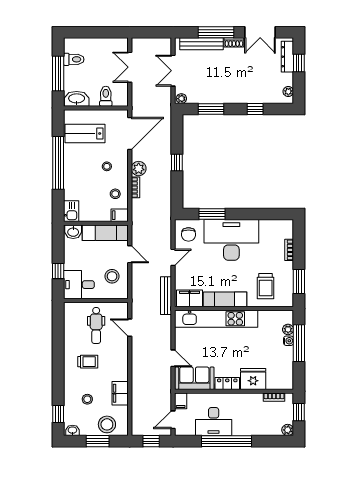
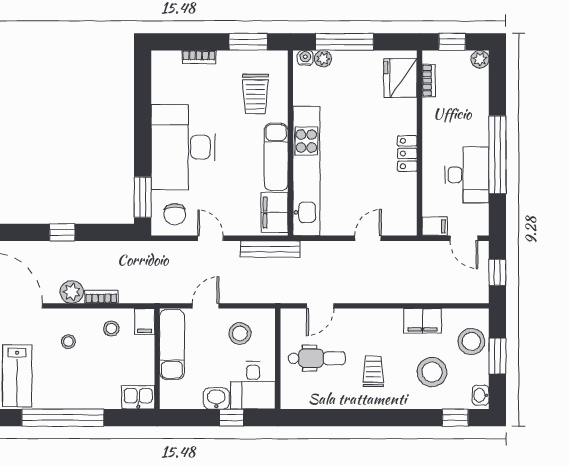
window: (212, 214) -> (143, 197), moved
washbasin: (73, 232) -> (216, 398), moved, turned -90
chair: (188, 234) -> (175, 214), turned 90
trolley: (266, 286) -> (255, 94), turned 90
water cooler: (289, 341) -> (305, 58), moved
sofa: (194, 378) -> (399, 205), removed
fridge: (253, 379) -> (400, 78), moved
stool: (87, 399) -> (432, 372), width x1.89, depth x1.89

